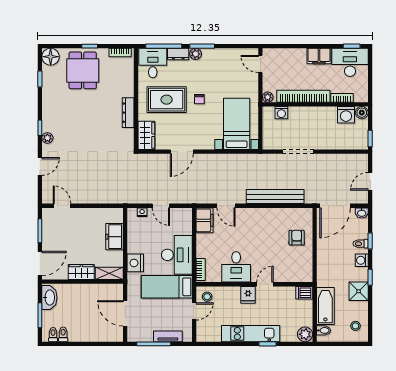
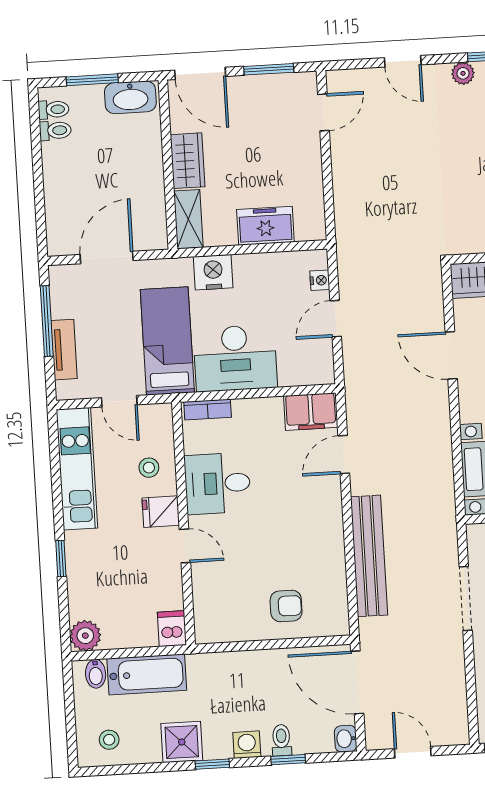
stool: (207, 297) -> (149, 468), moved
kitchen unit: (251, 334) -> (77, 469), moved

